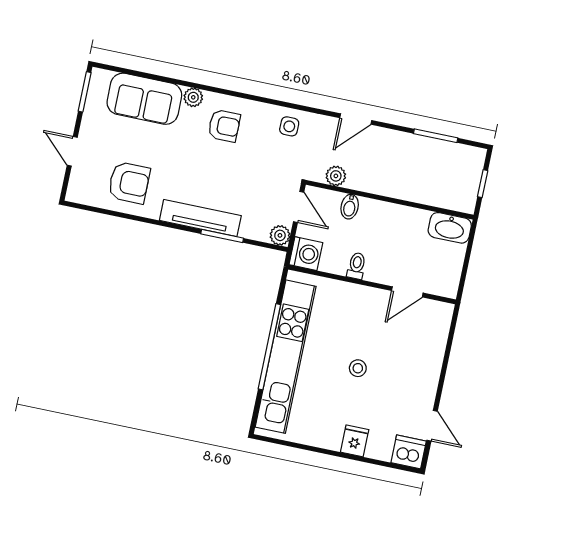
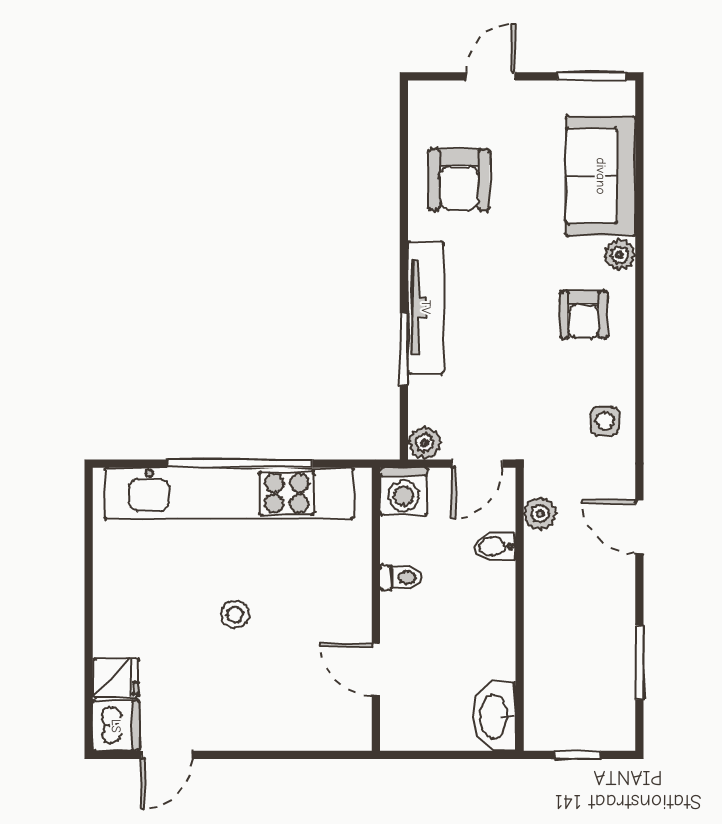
fridge: (355, 441) -> (116, 678), moved

